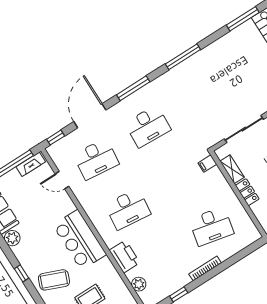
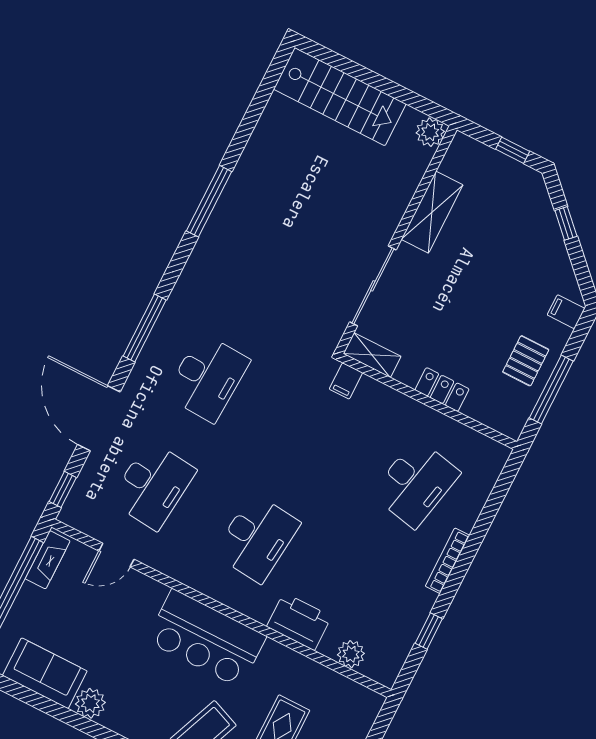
window: (243, 19) -> (260, 100), removed
window: (183, 57) -> (209, 201), moved
shelving: (232, 169) -> (372, 355), moved

